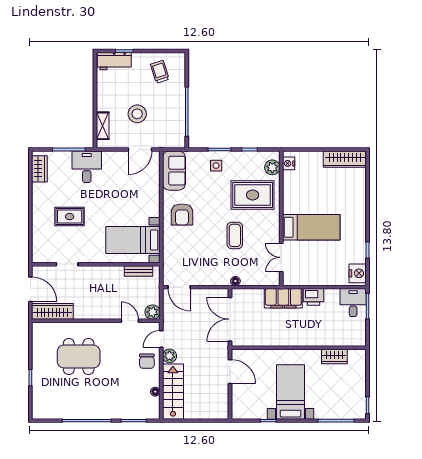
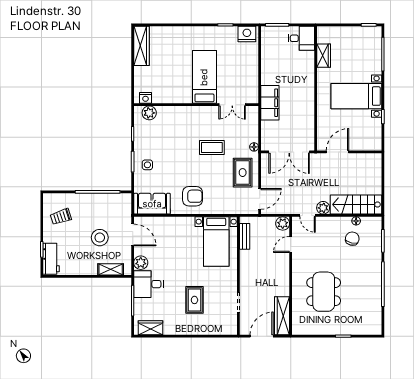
plant: (110, 158) -> (141, 263), added
rug: (253, 195) -> (243, 173), moved, width x0.73, depth x0.70
printer: (313, 297) -> (269, 75), removed
desk: (353, 303) -> (301, 38), moved, turned 180
chair: (147, 361) -> (352, 239), moved, turned -77

